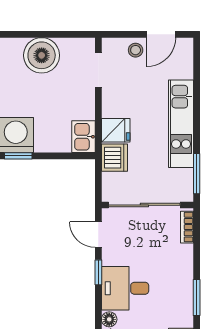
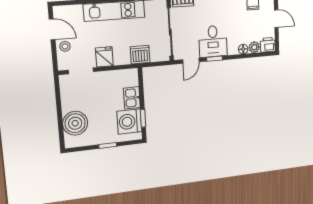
boiler: (42, 55) -> (75, 123), moved
fridge: (116, 130) -> (104, 57), moved
kitchen sink: (84, 137) -> (132, 98), moved, turned 90
desk: (125, 288) -> (213, 41), moved

